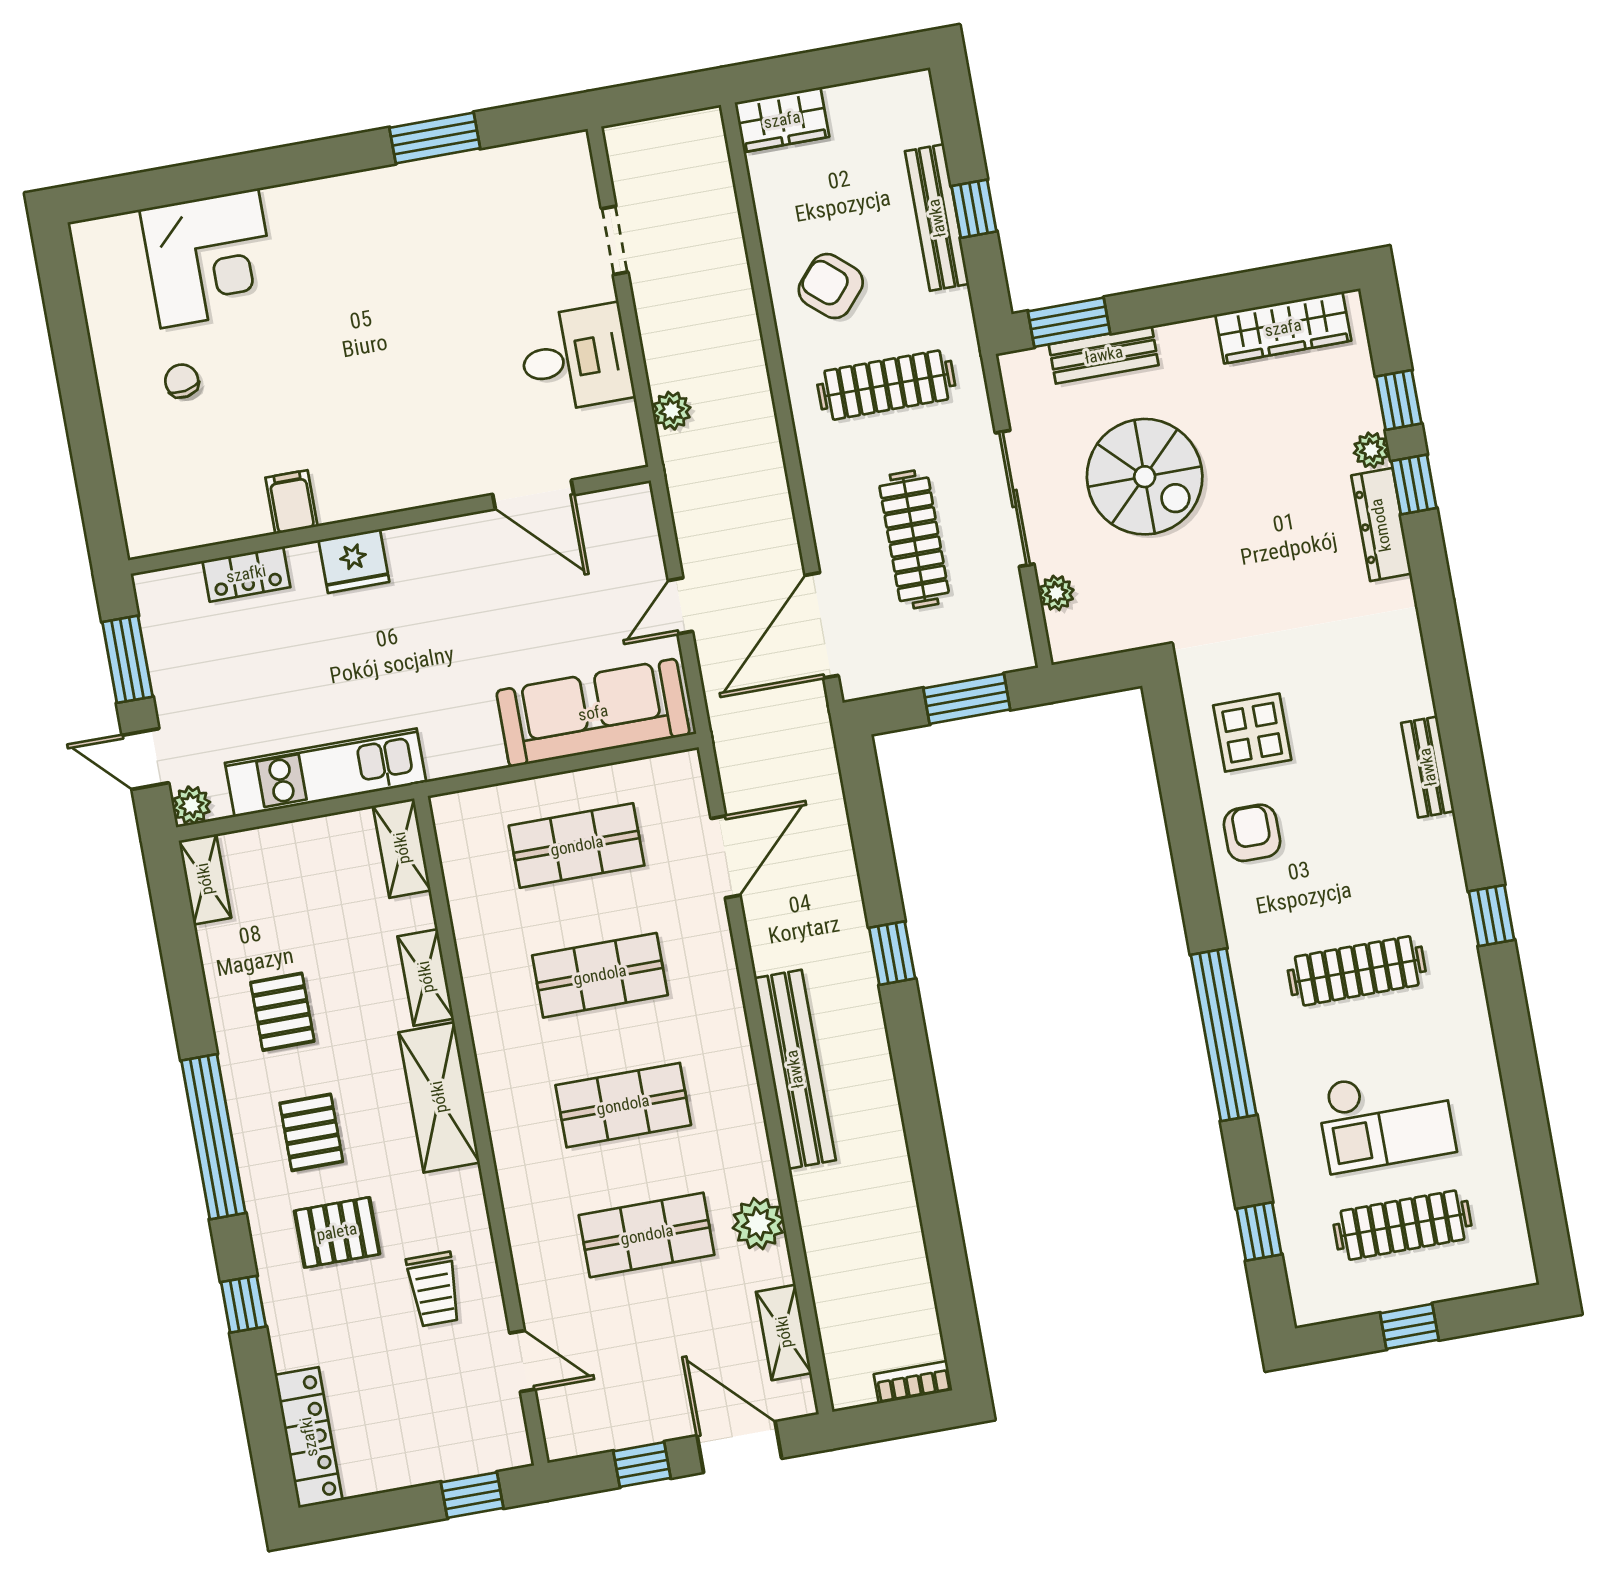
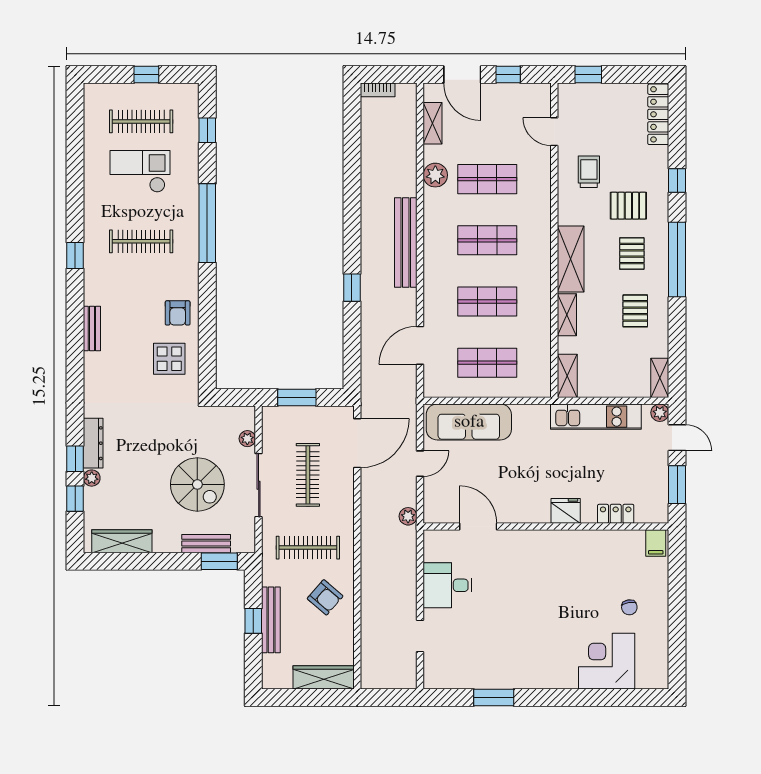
wardrobe: (782, 120) -> (324, 677), width x1.50
plant: (672, 411) -> (408, 516), moved
spiral stairs: (1145, 477) -> (197, 484), turned 180
filing cabinet: (291, 502) -> (656, 543), moved

